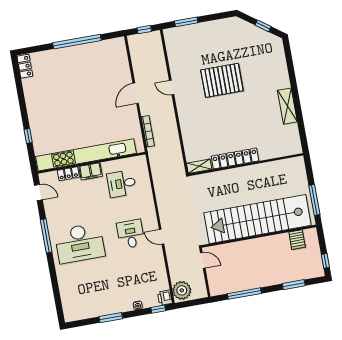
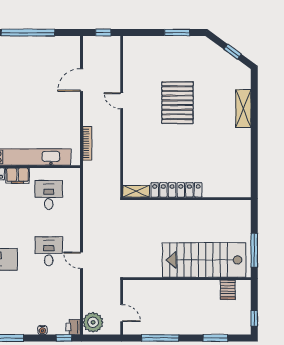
window: (186, 22) -> (177, 33), moved
pallet: (222, 80) -> (178, 103), turned 90
door: (136, 93) -> (82, 80), moved
shelving: (287, 106) -> (243, 109), moved
desk: (122, 184) -> (49, 195), turned 90
stairs: (258, 219) -> (204, 260), width x0.73
door: (203, 260) -> (122, 313), moved

